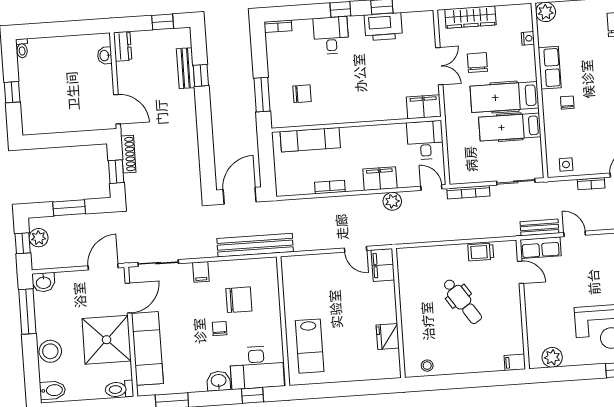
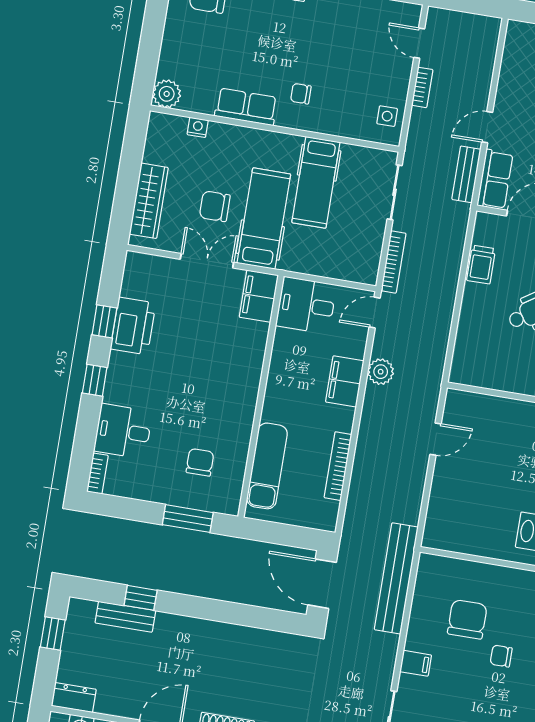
desk: (331, 35) -> (123, 431), moved
hospital bed: (504, 97) -> (264, 219), moved, turned 180
bookcase: (330, 187) -> (338, 466), width x1.56
filing cabinet: (383, 265) -> (467, 406), removed

